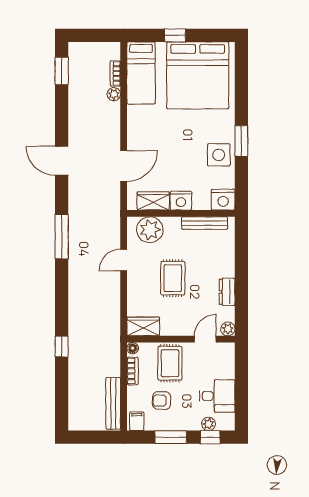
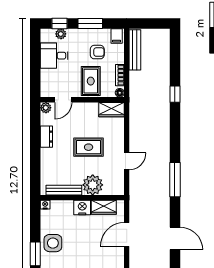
nightstand: (223, 200) -> (45, 205), width x0.53, depth x0.56
plant: (150, 230) -> (93, 185), moved
rug: (173, 278) -> (89, 147), turned 90

